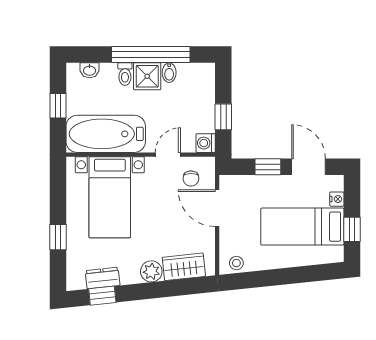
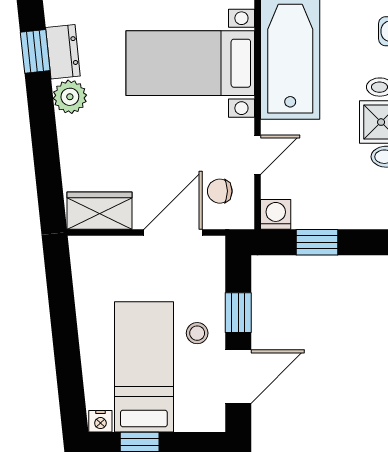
door: (168, 155) -> (258, 155), hinge flipped
nightstand: (337, 199) -> (100, 421), moved
stool: (236, 263) -> (197, 333), moved
wardrobe: (184, 267) -> (100, 211), moved, turned -84
plant: (151, 271) -> (70, 97), moved

